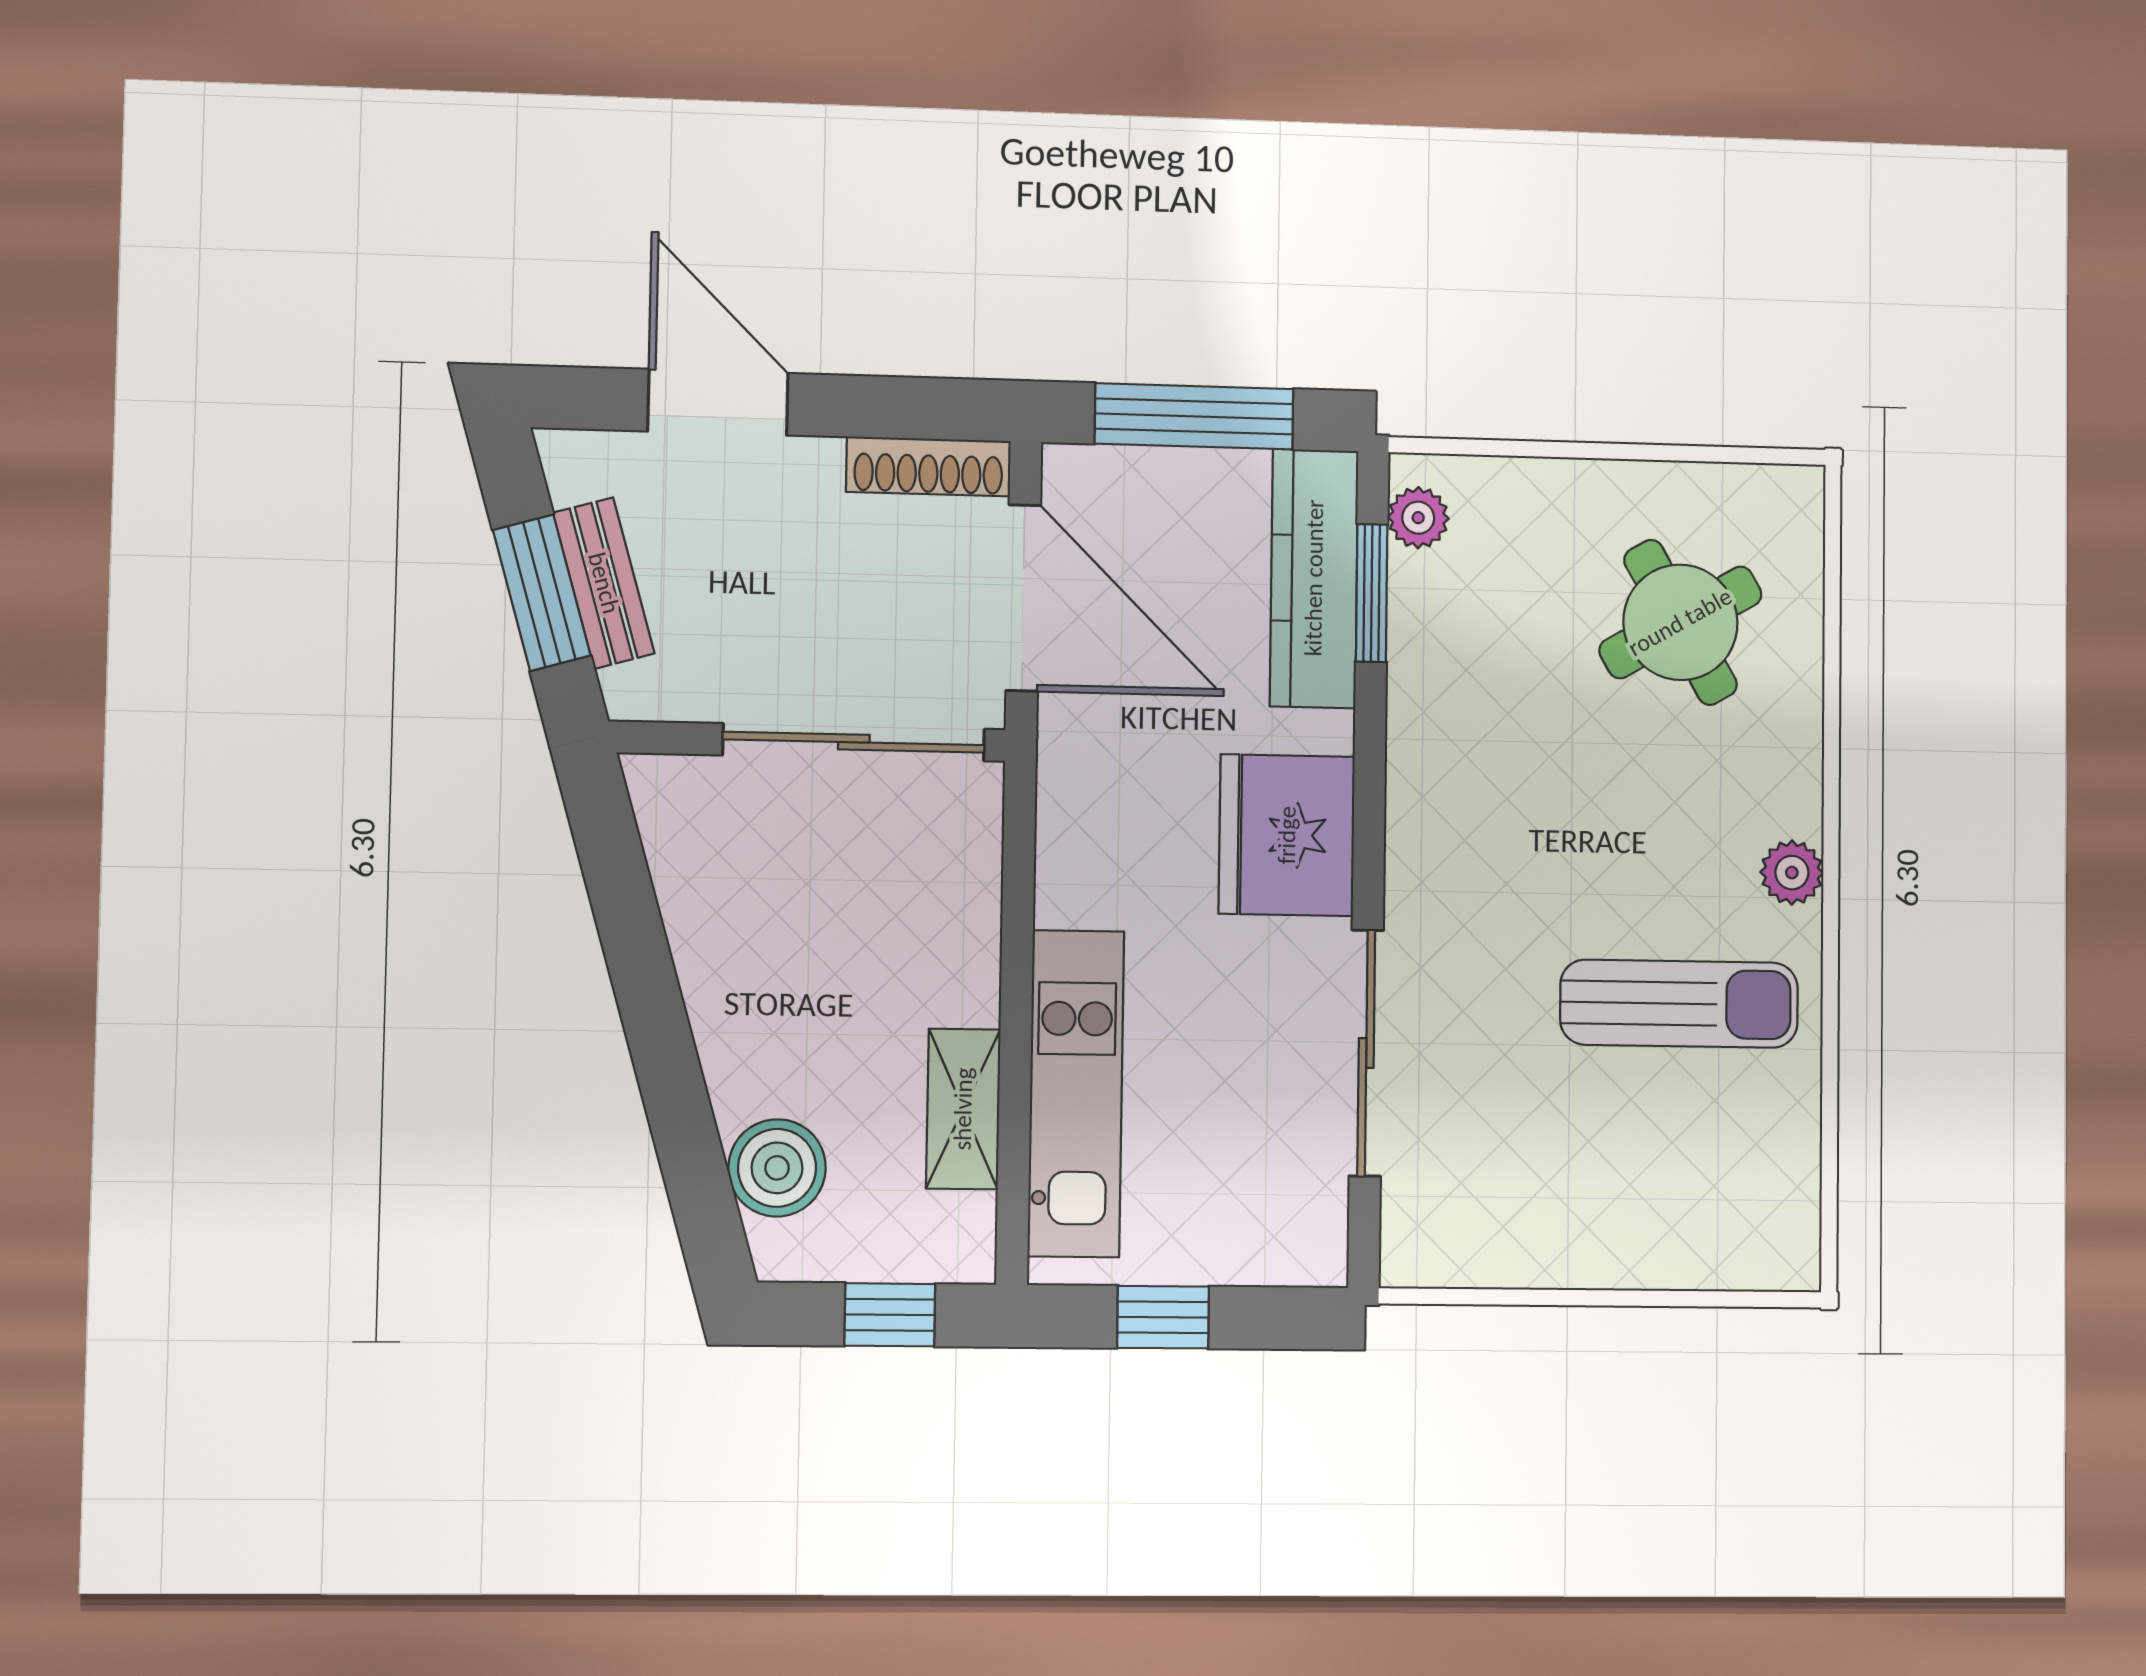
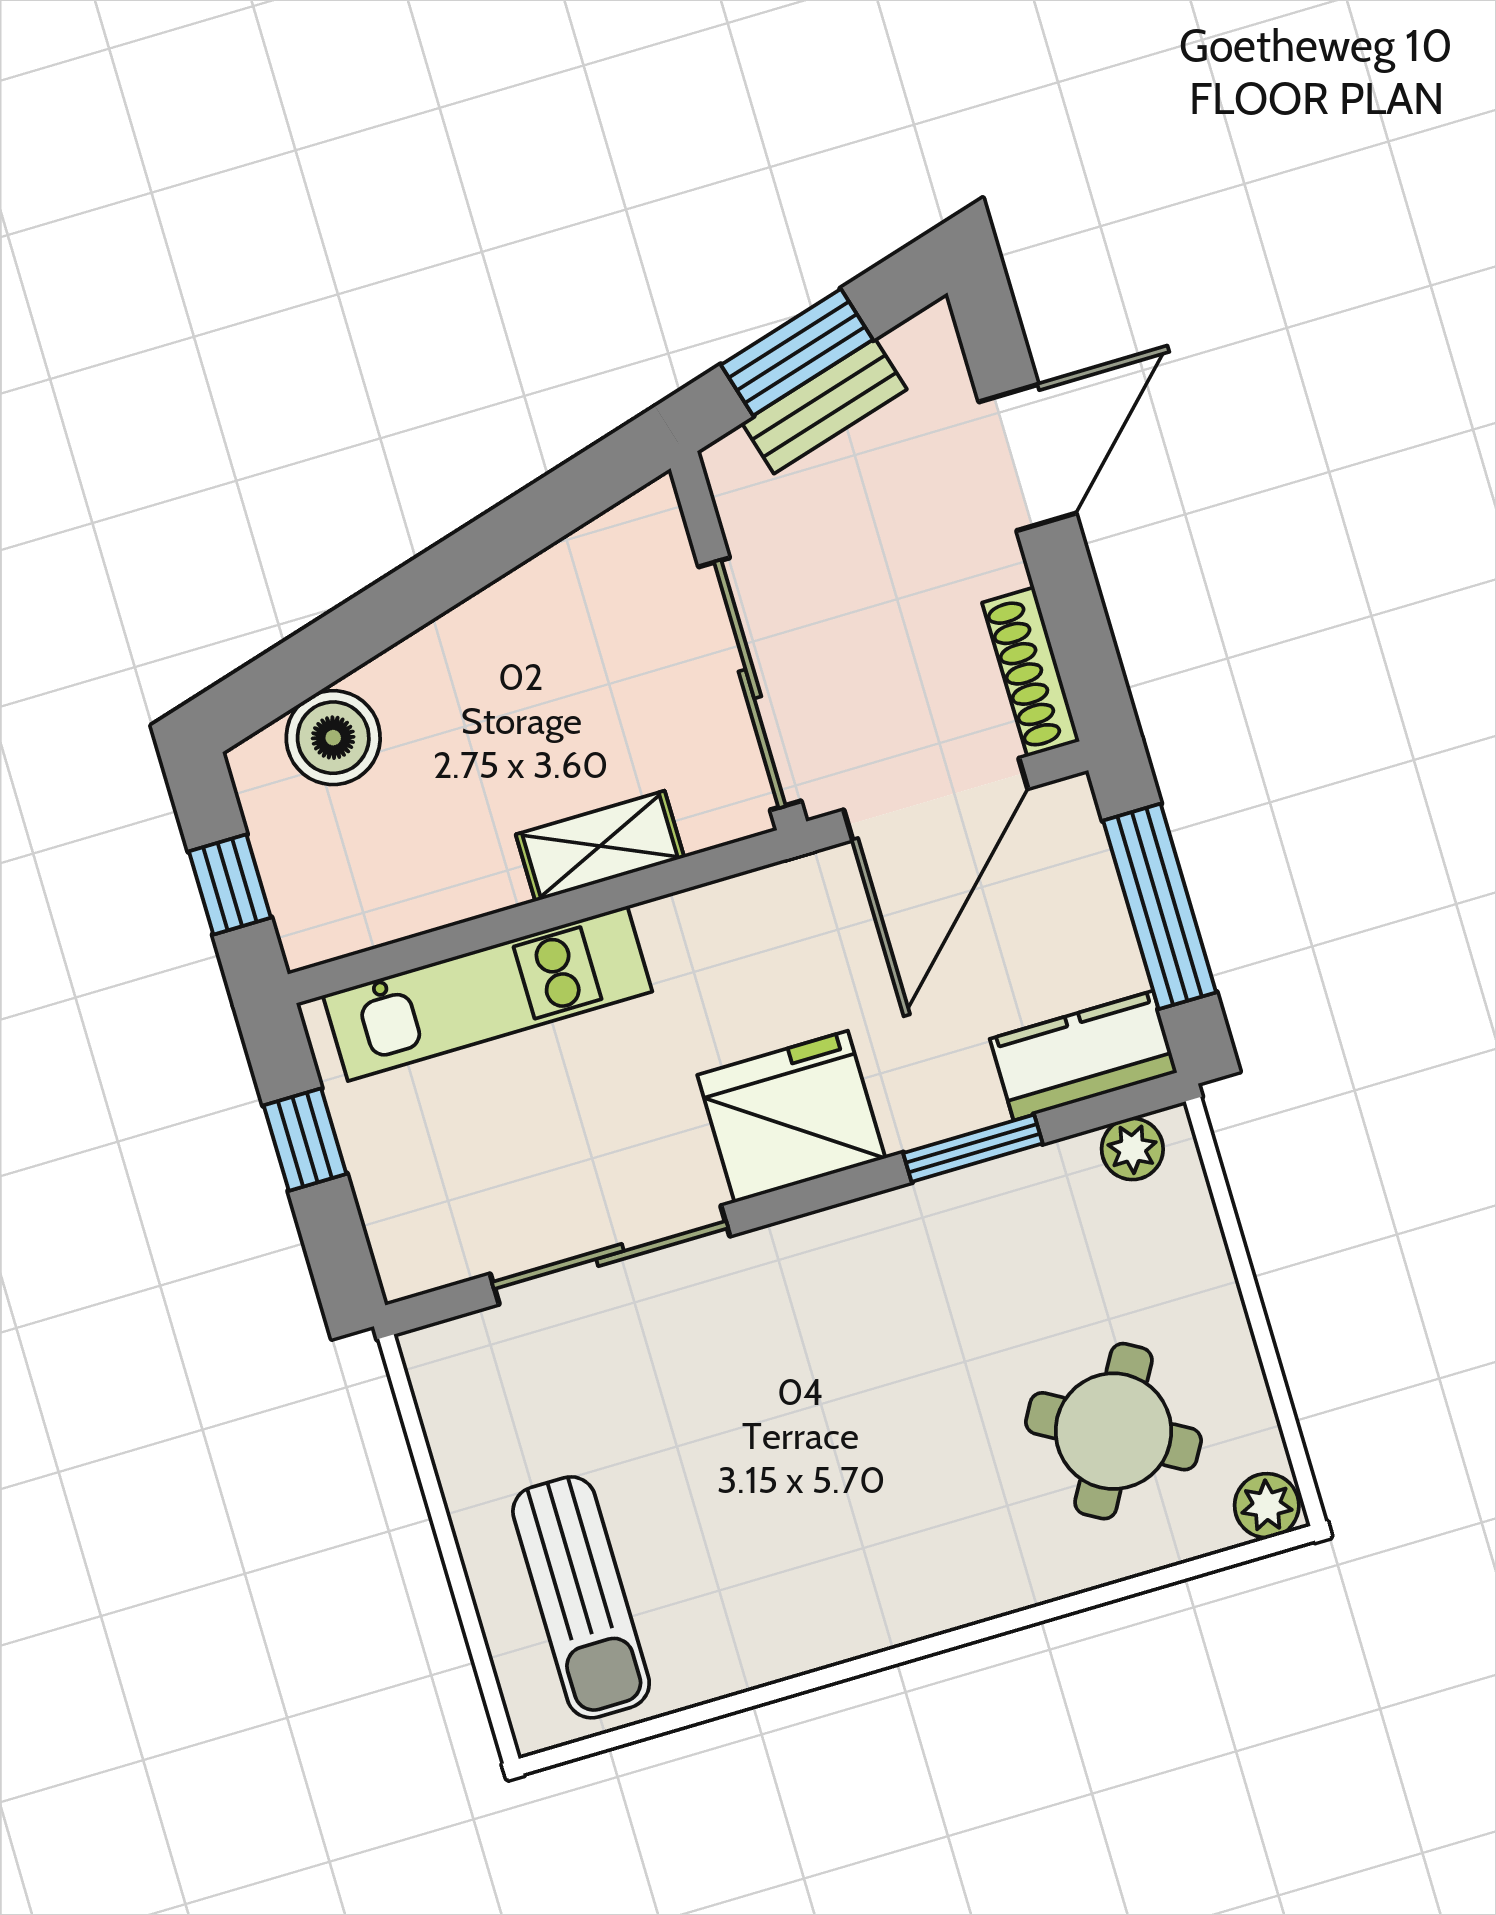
kitchen counter: (1314, 578) -> (1083, 1056), width x0.67
window: (1372, 593) -> (973, 1148), moved
round table: (1680, 622) -> (1113, 1431), turned -30
plant: (1792, 873) -> (1267, 1506), moved
sun lounger: (1679, 1004) -> (581, 1597), moved
shelving: (963, 1109) -> (600, 846), moved

